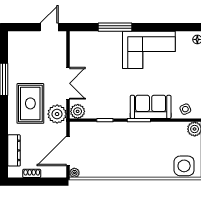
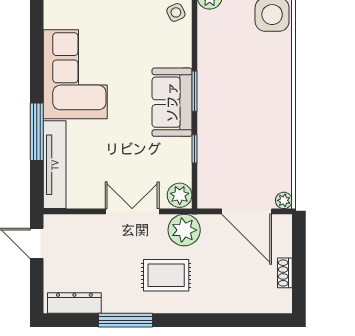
tv unit: (96, 38) -> (55, 165), added
rug: (30, 103) -> (166, 275), width x0.73, depth x0.70
sofa: (151, 107) -> (172, 102), moved
dresser: (14, 150) -> (74, 303), moved

